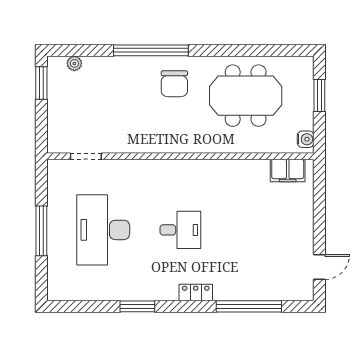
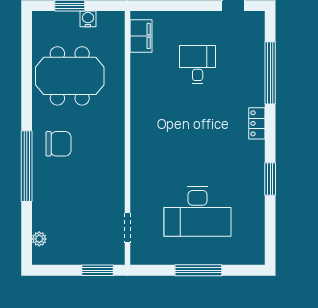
window: (41, 83) -> (98, 270), moved
meeting table: (246, 96) -> (70, 76), turned 90
water cooler: (306, 139) -> (88, 19), moved
desk: (180, 230) -> (198, 65), moved

